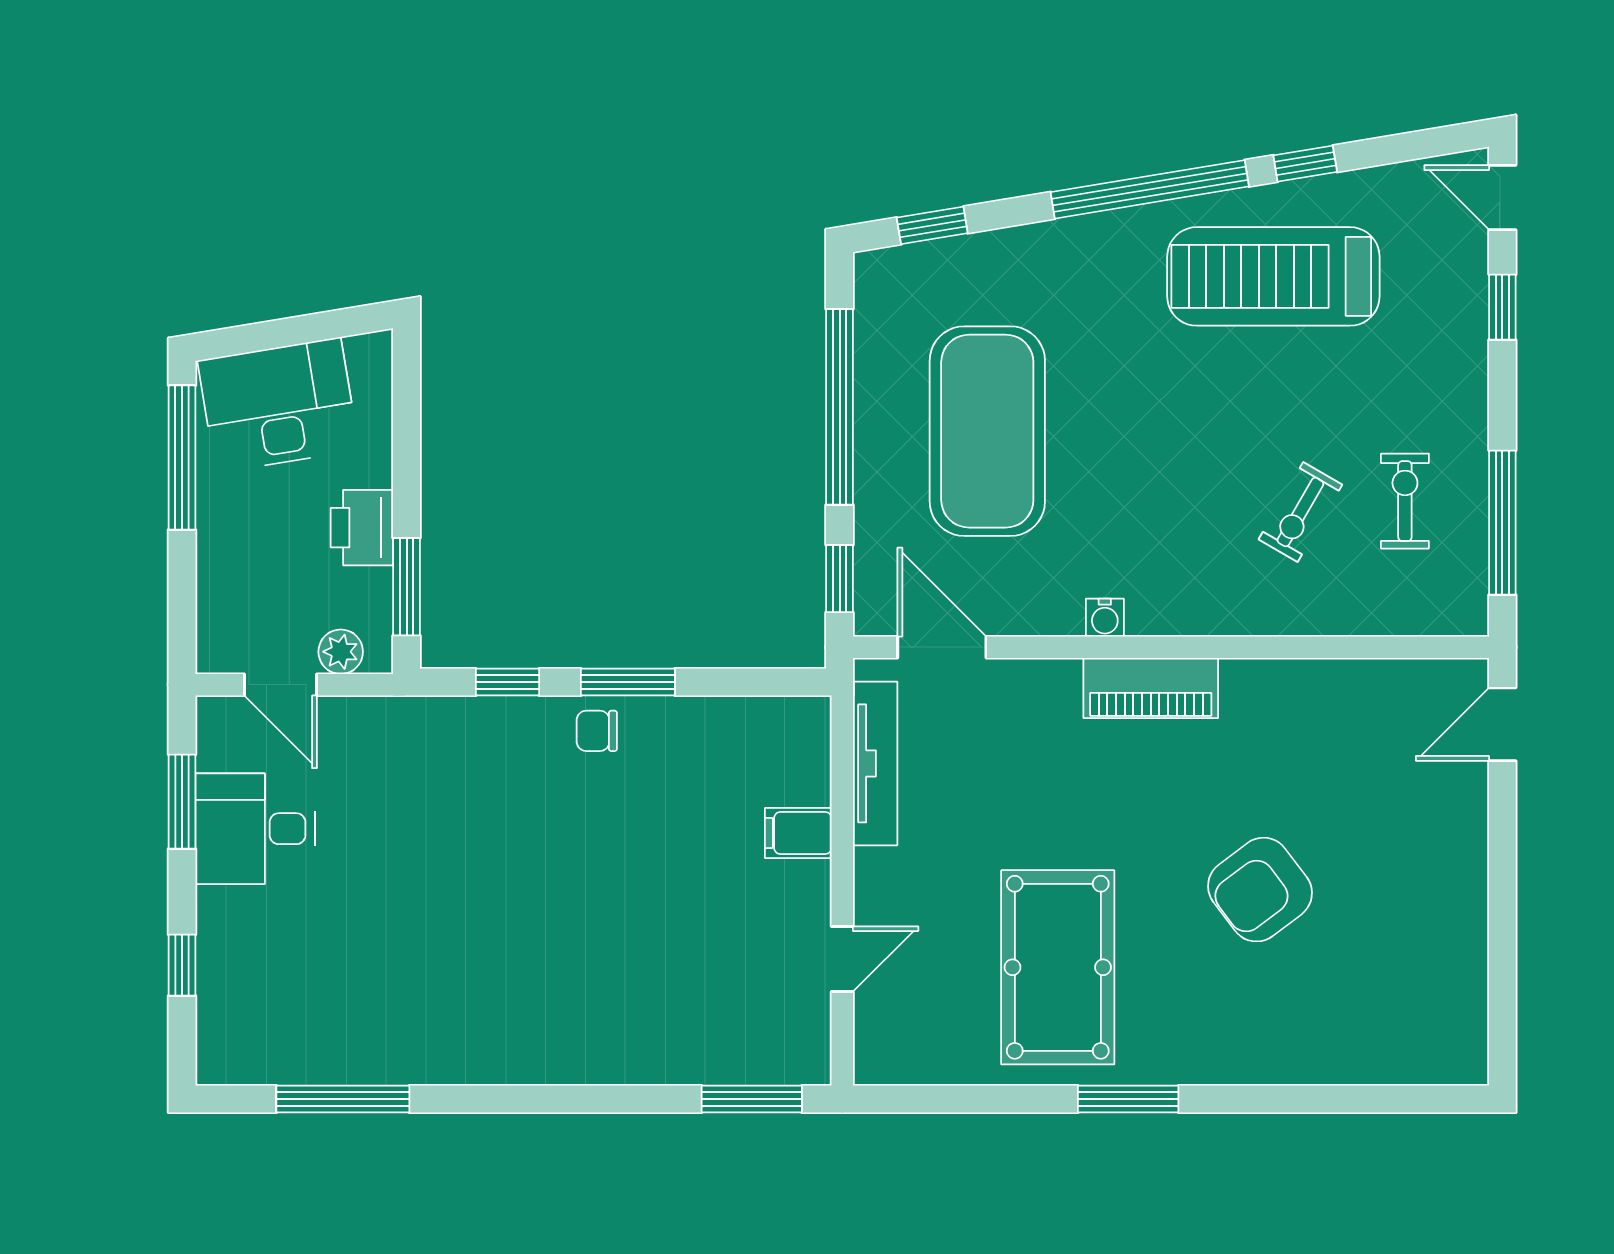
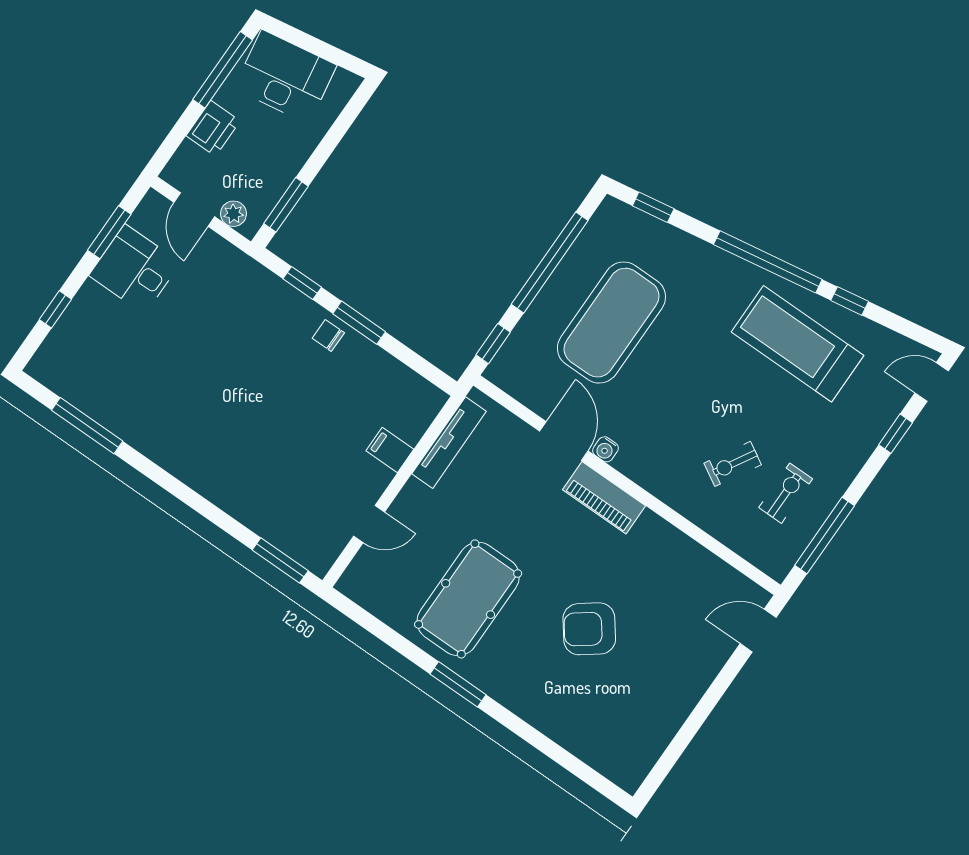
door: (1502, 198) -> (932, 382), hinge flipped
printer: (362, 528) -> (213, 128), moved, turned 180
door: (942, 647) -> (564, 441), moved

